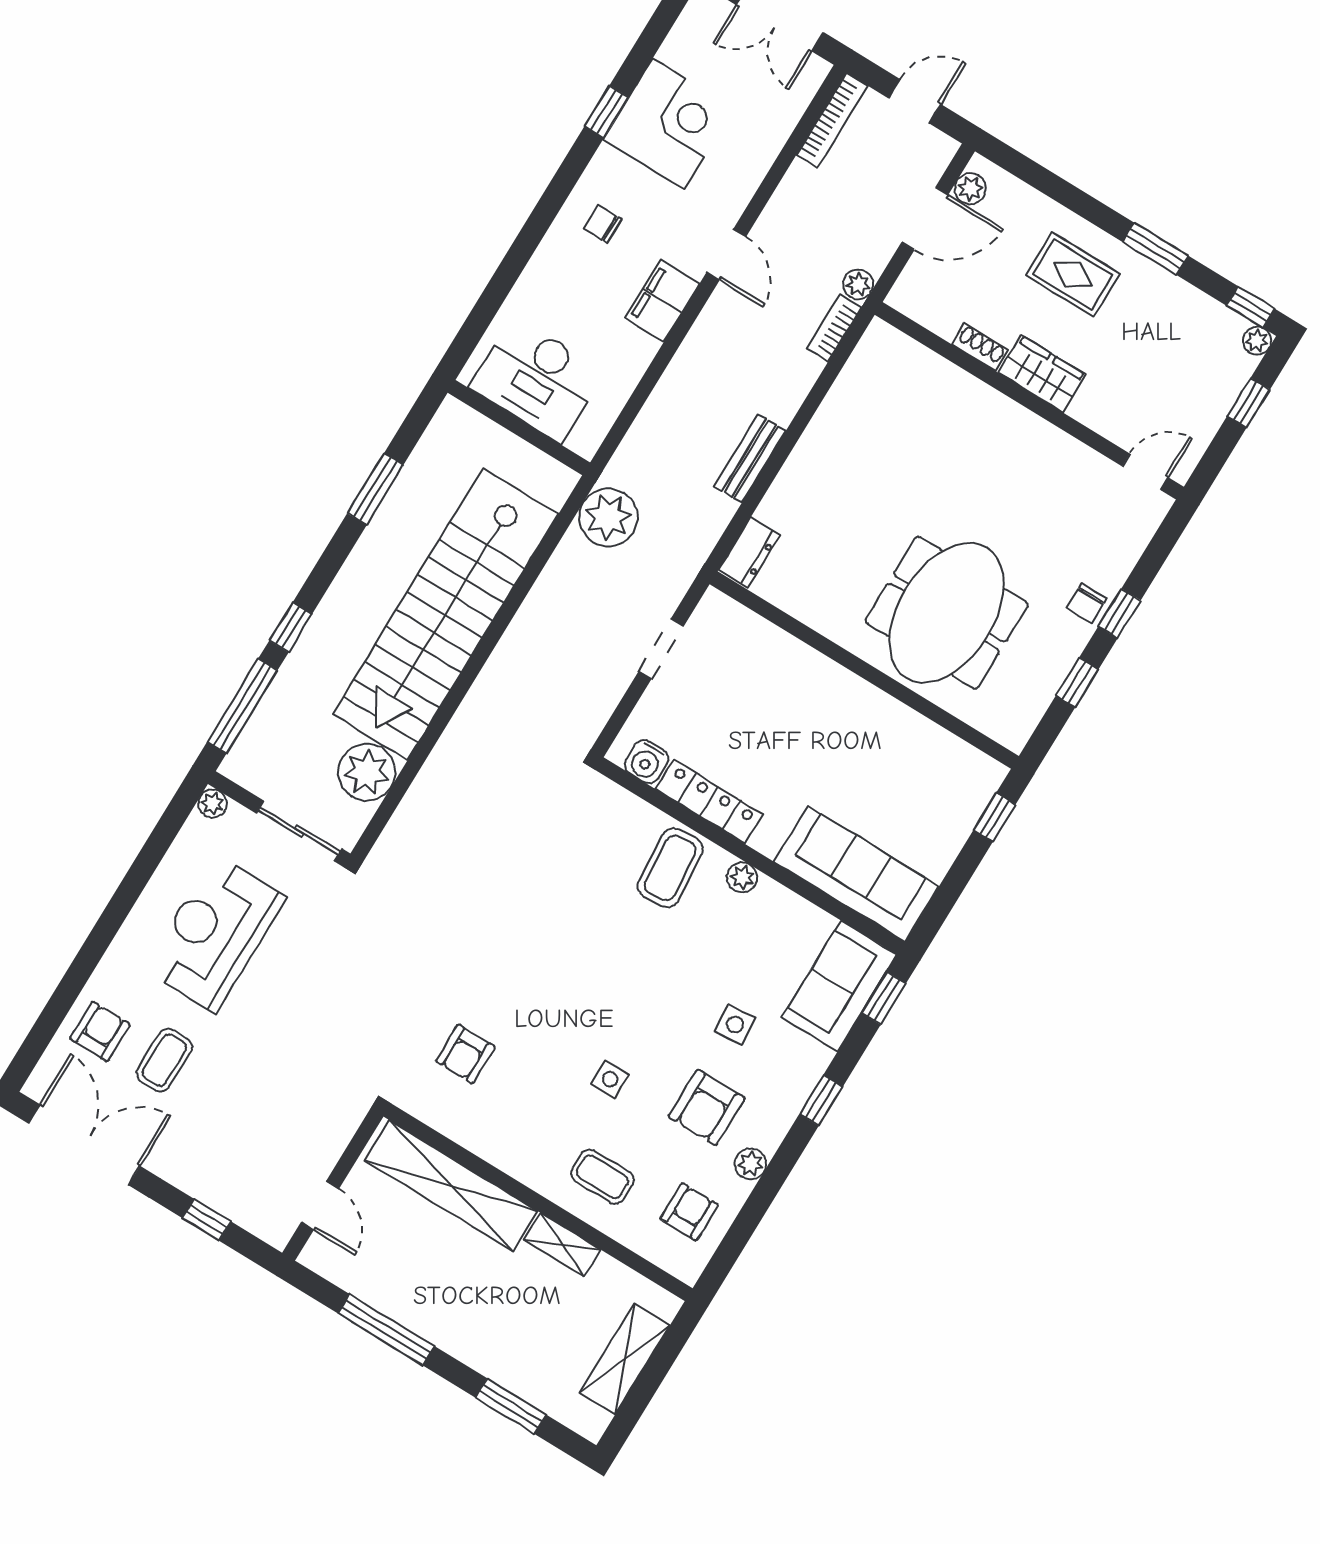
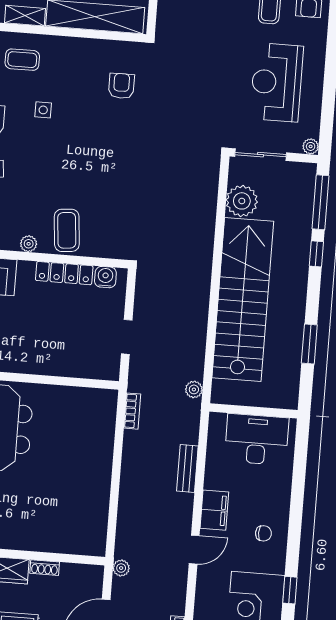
door: (726, 254) -> (194, 550), swing flipped
bookcase: (834, 328) -> (132, 411), moved
bench: (750, 458) -> (187, 469), moved
plant: (608, 517) -> (194, 389), width x0.53, depth x0.53
dresser: (749, 552) -> (107, 407), removed
reception desk: (215, 933) -> (277, 82), turned 180

